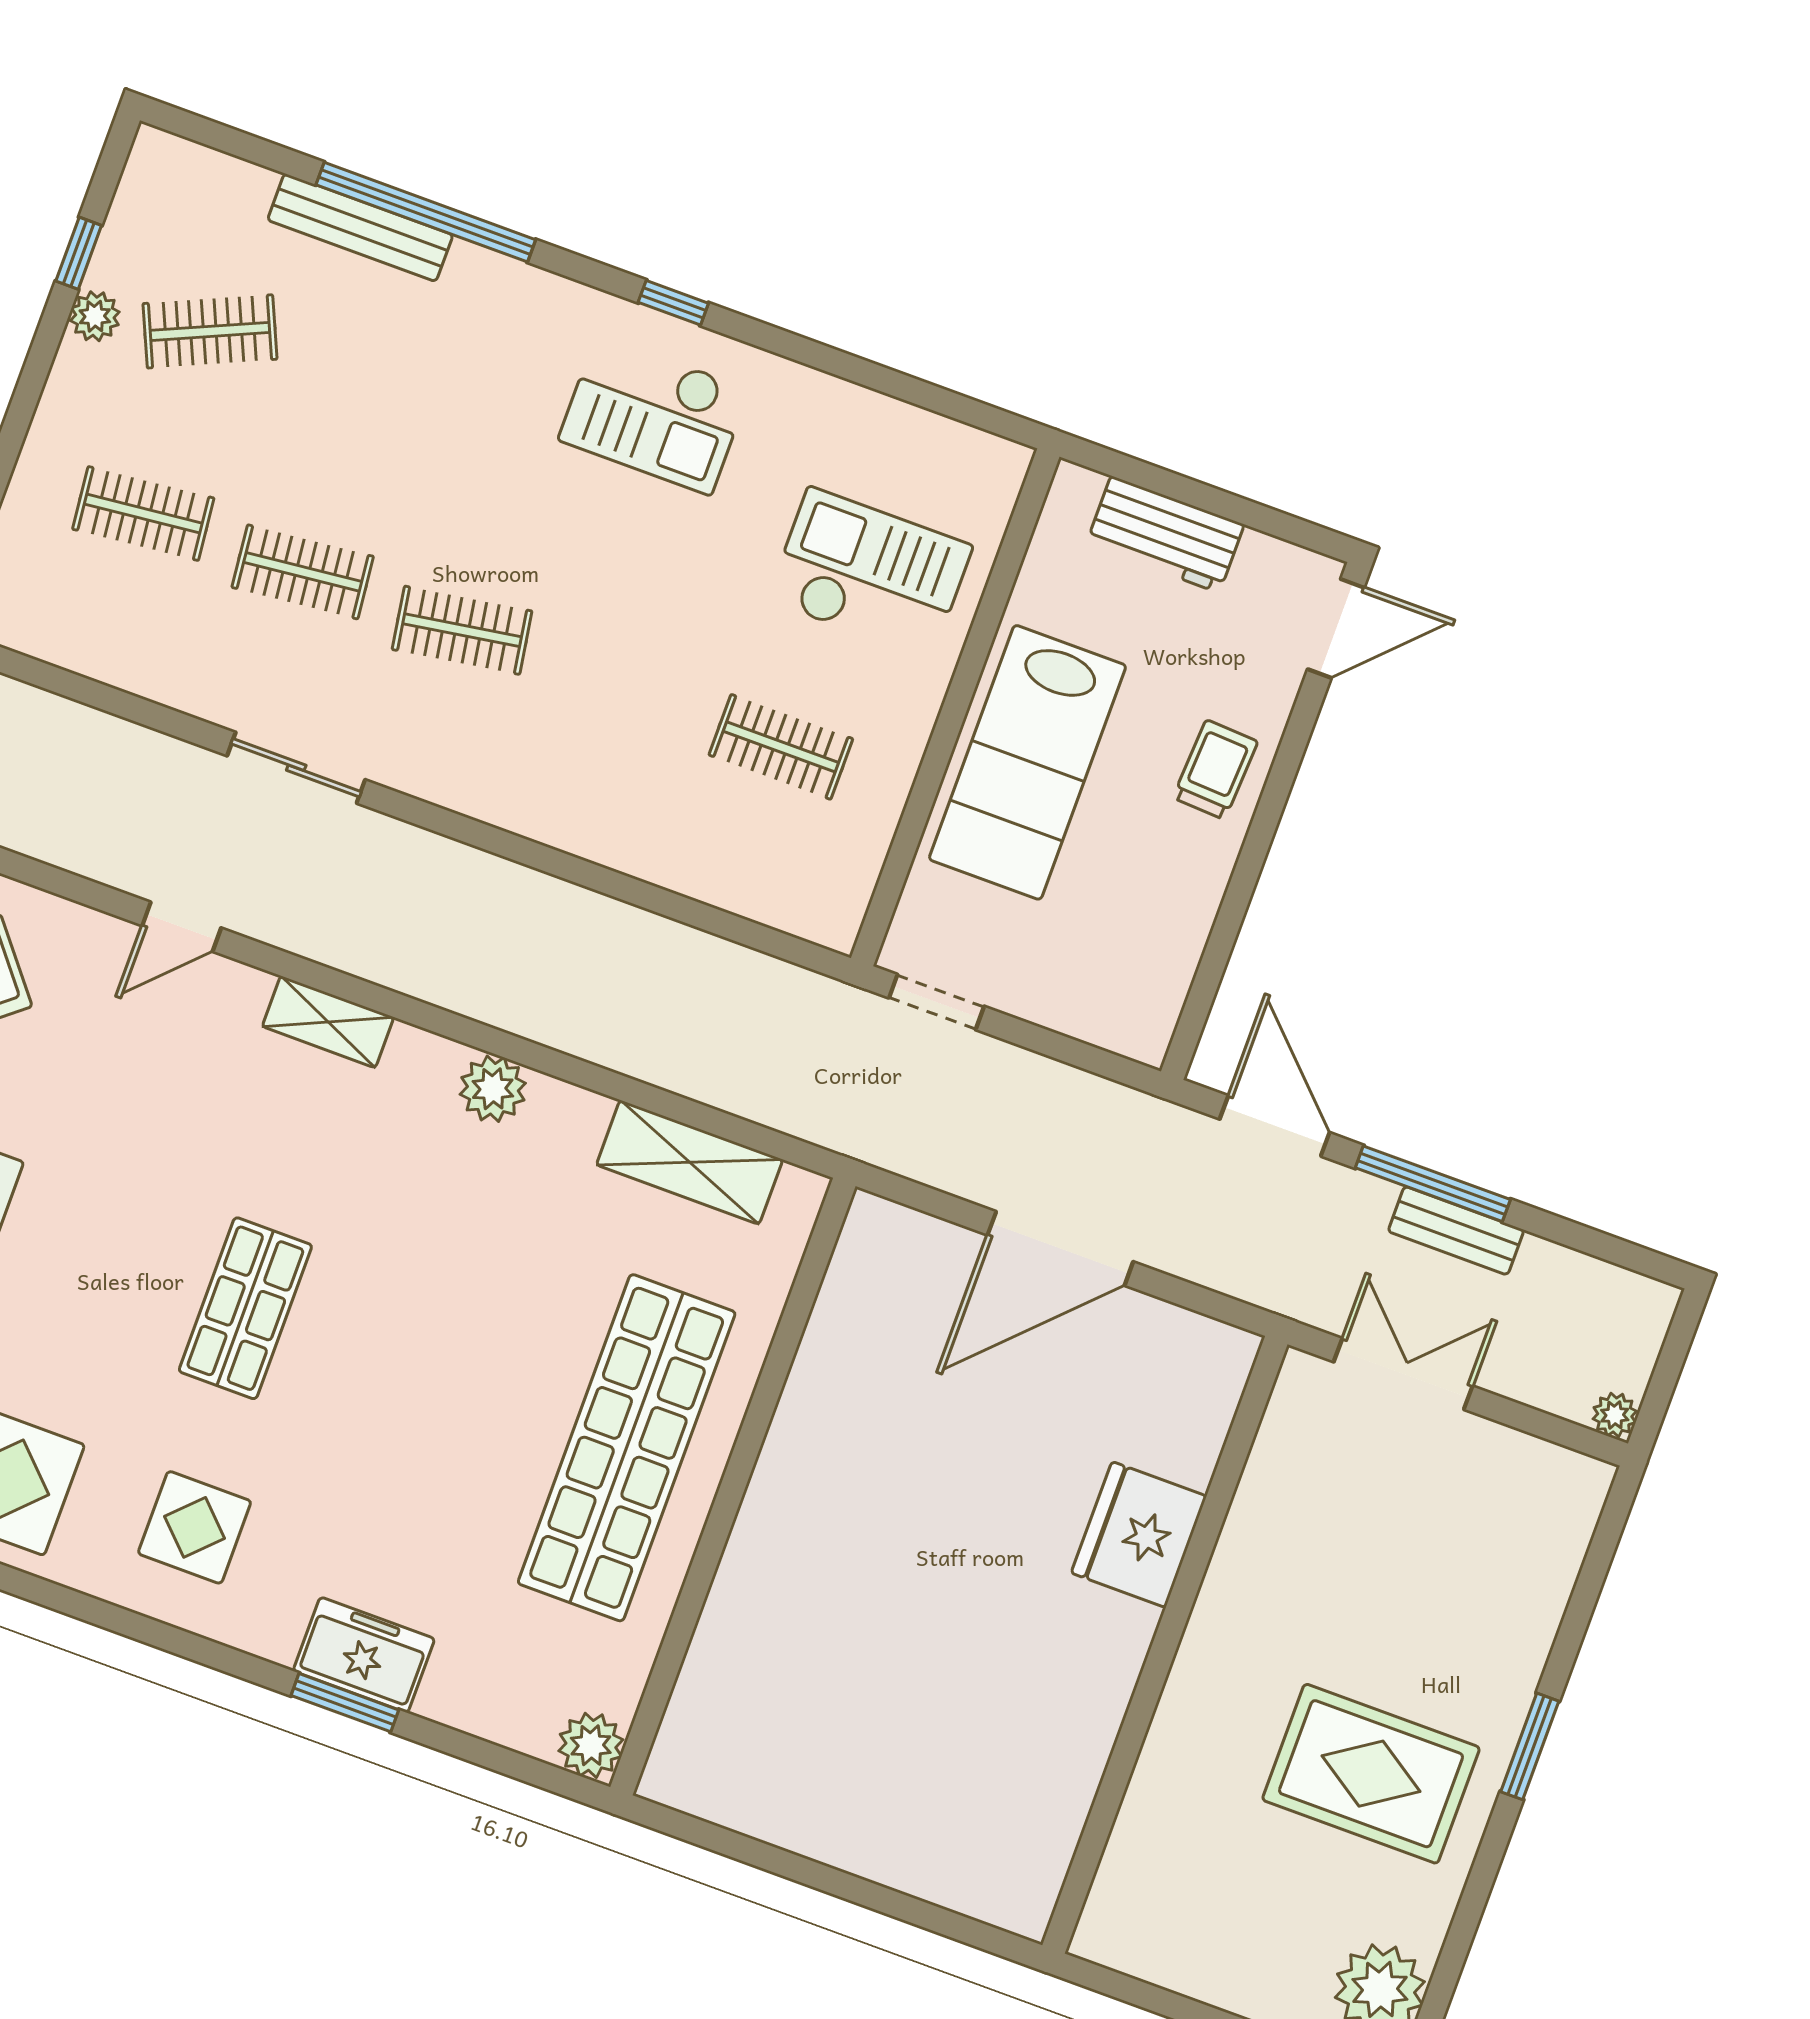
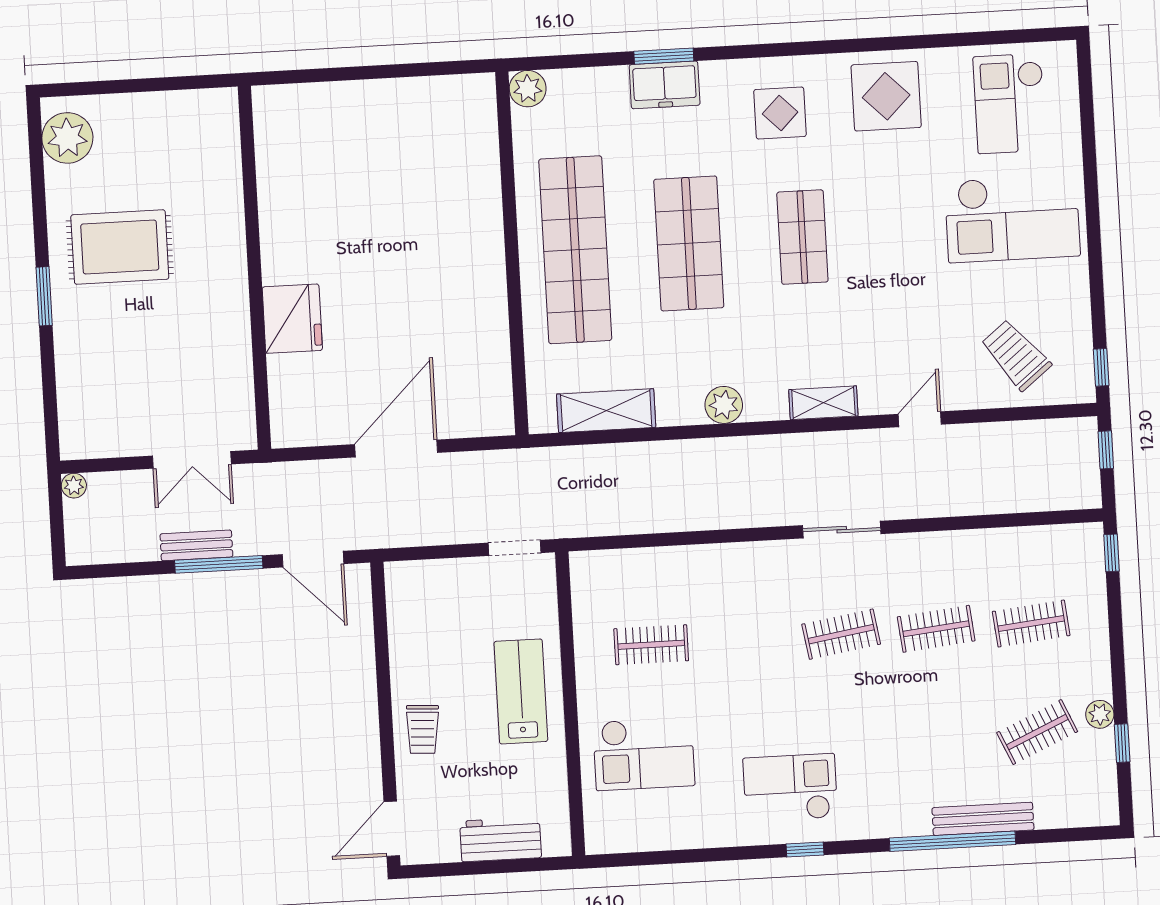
lab bench: (1027, 762) -> (521, 691), width x0.73, depth x0.72
sliding door: (296, 768) -> (842, 530), moved
shop shelf: (436, 1378) -> (689, 243), added

